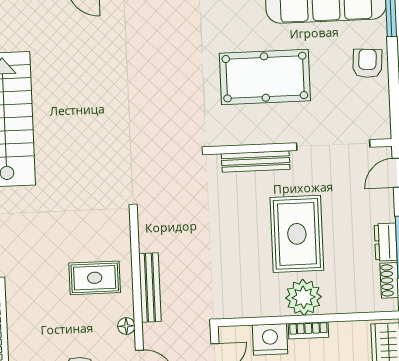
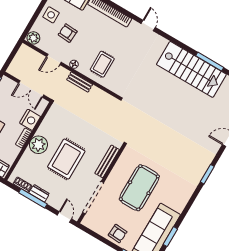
rug: (297, 234) -> (66, 159), turned 90
bench: (150, 287) -> (80, 82), width x0.73

